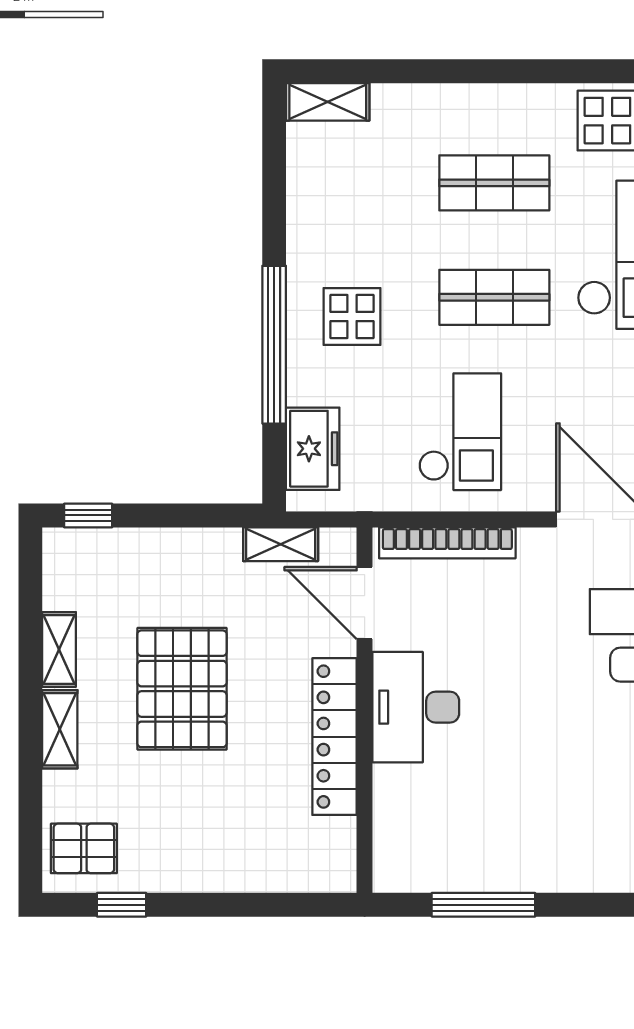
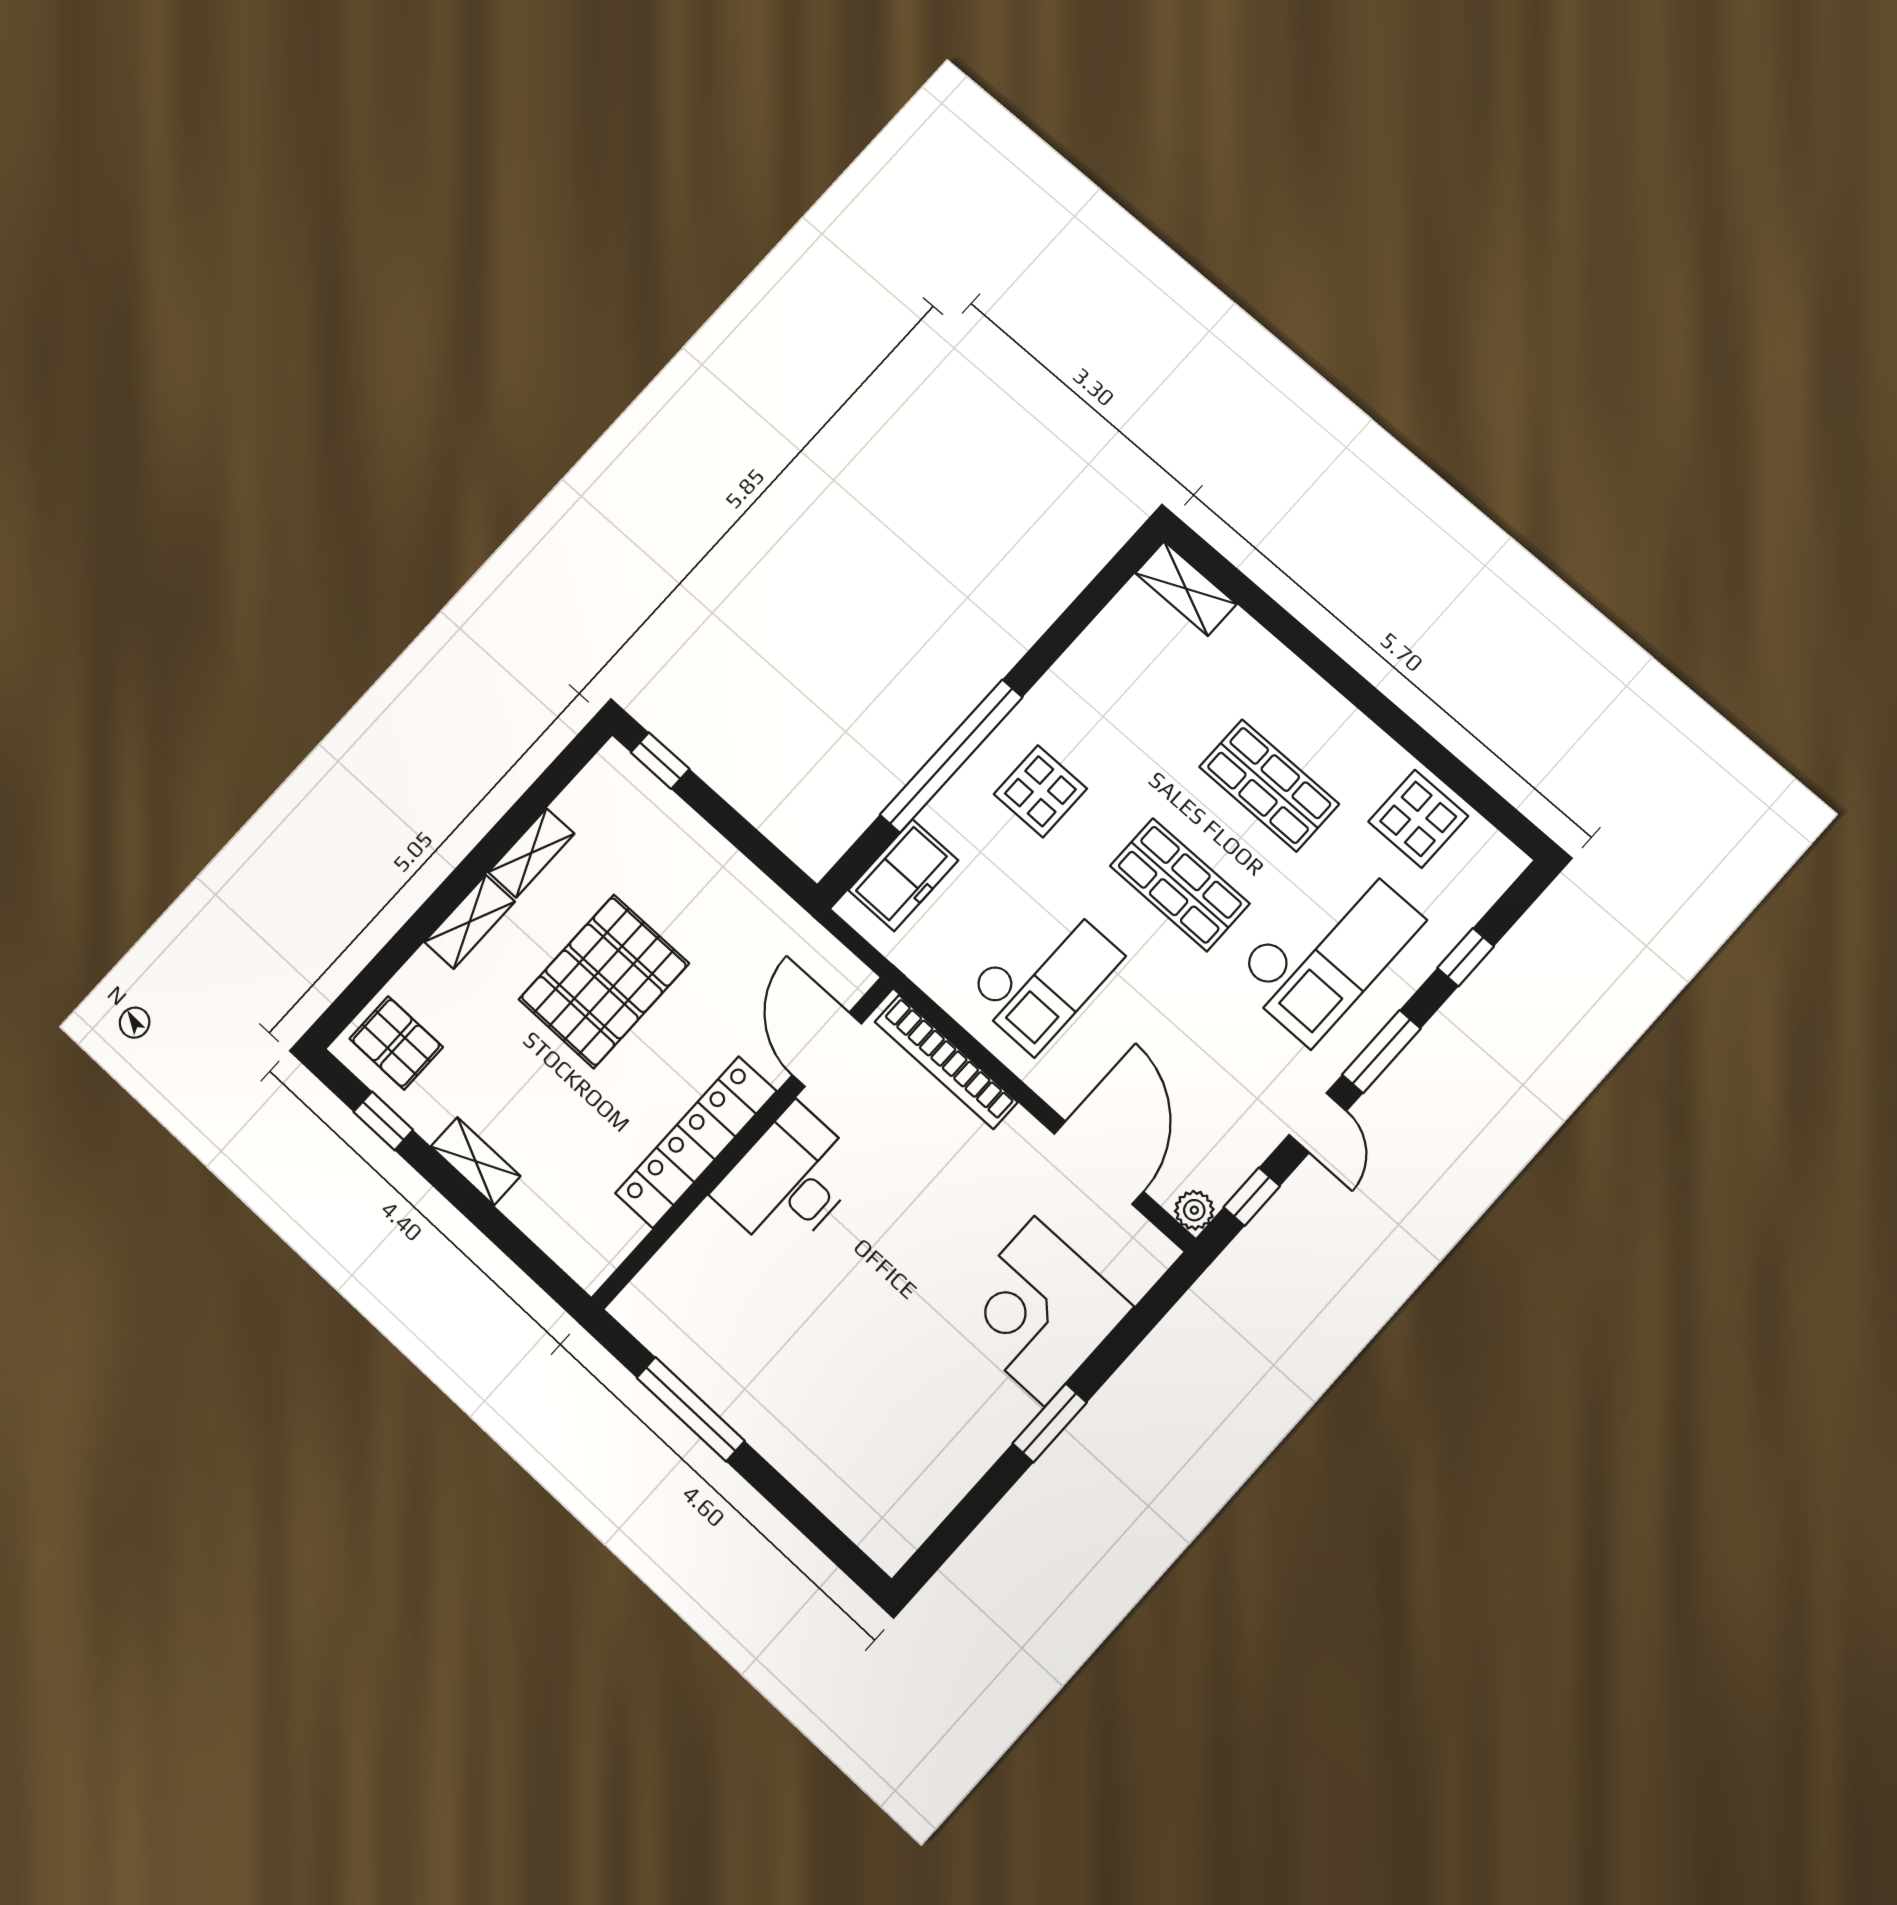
shelving: (281, 544) -> (476, 1161), moved

